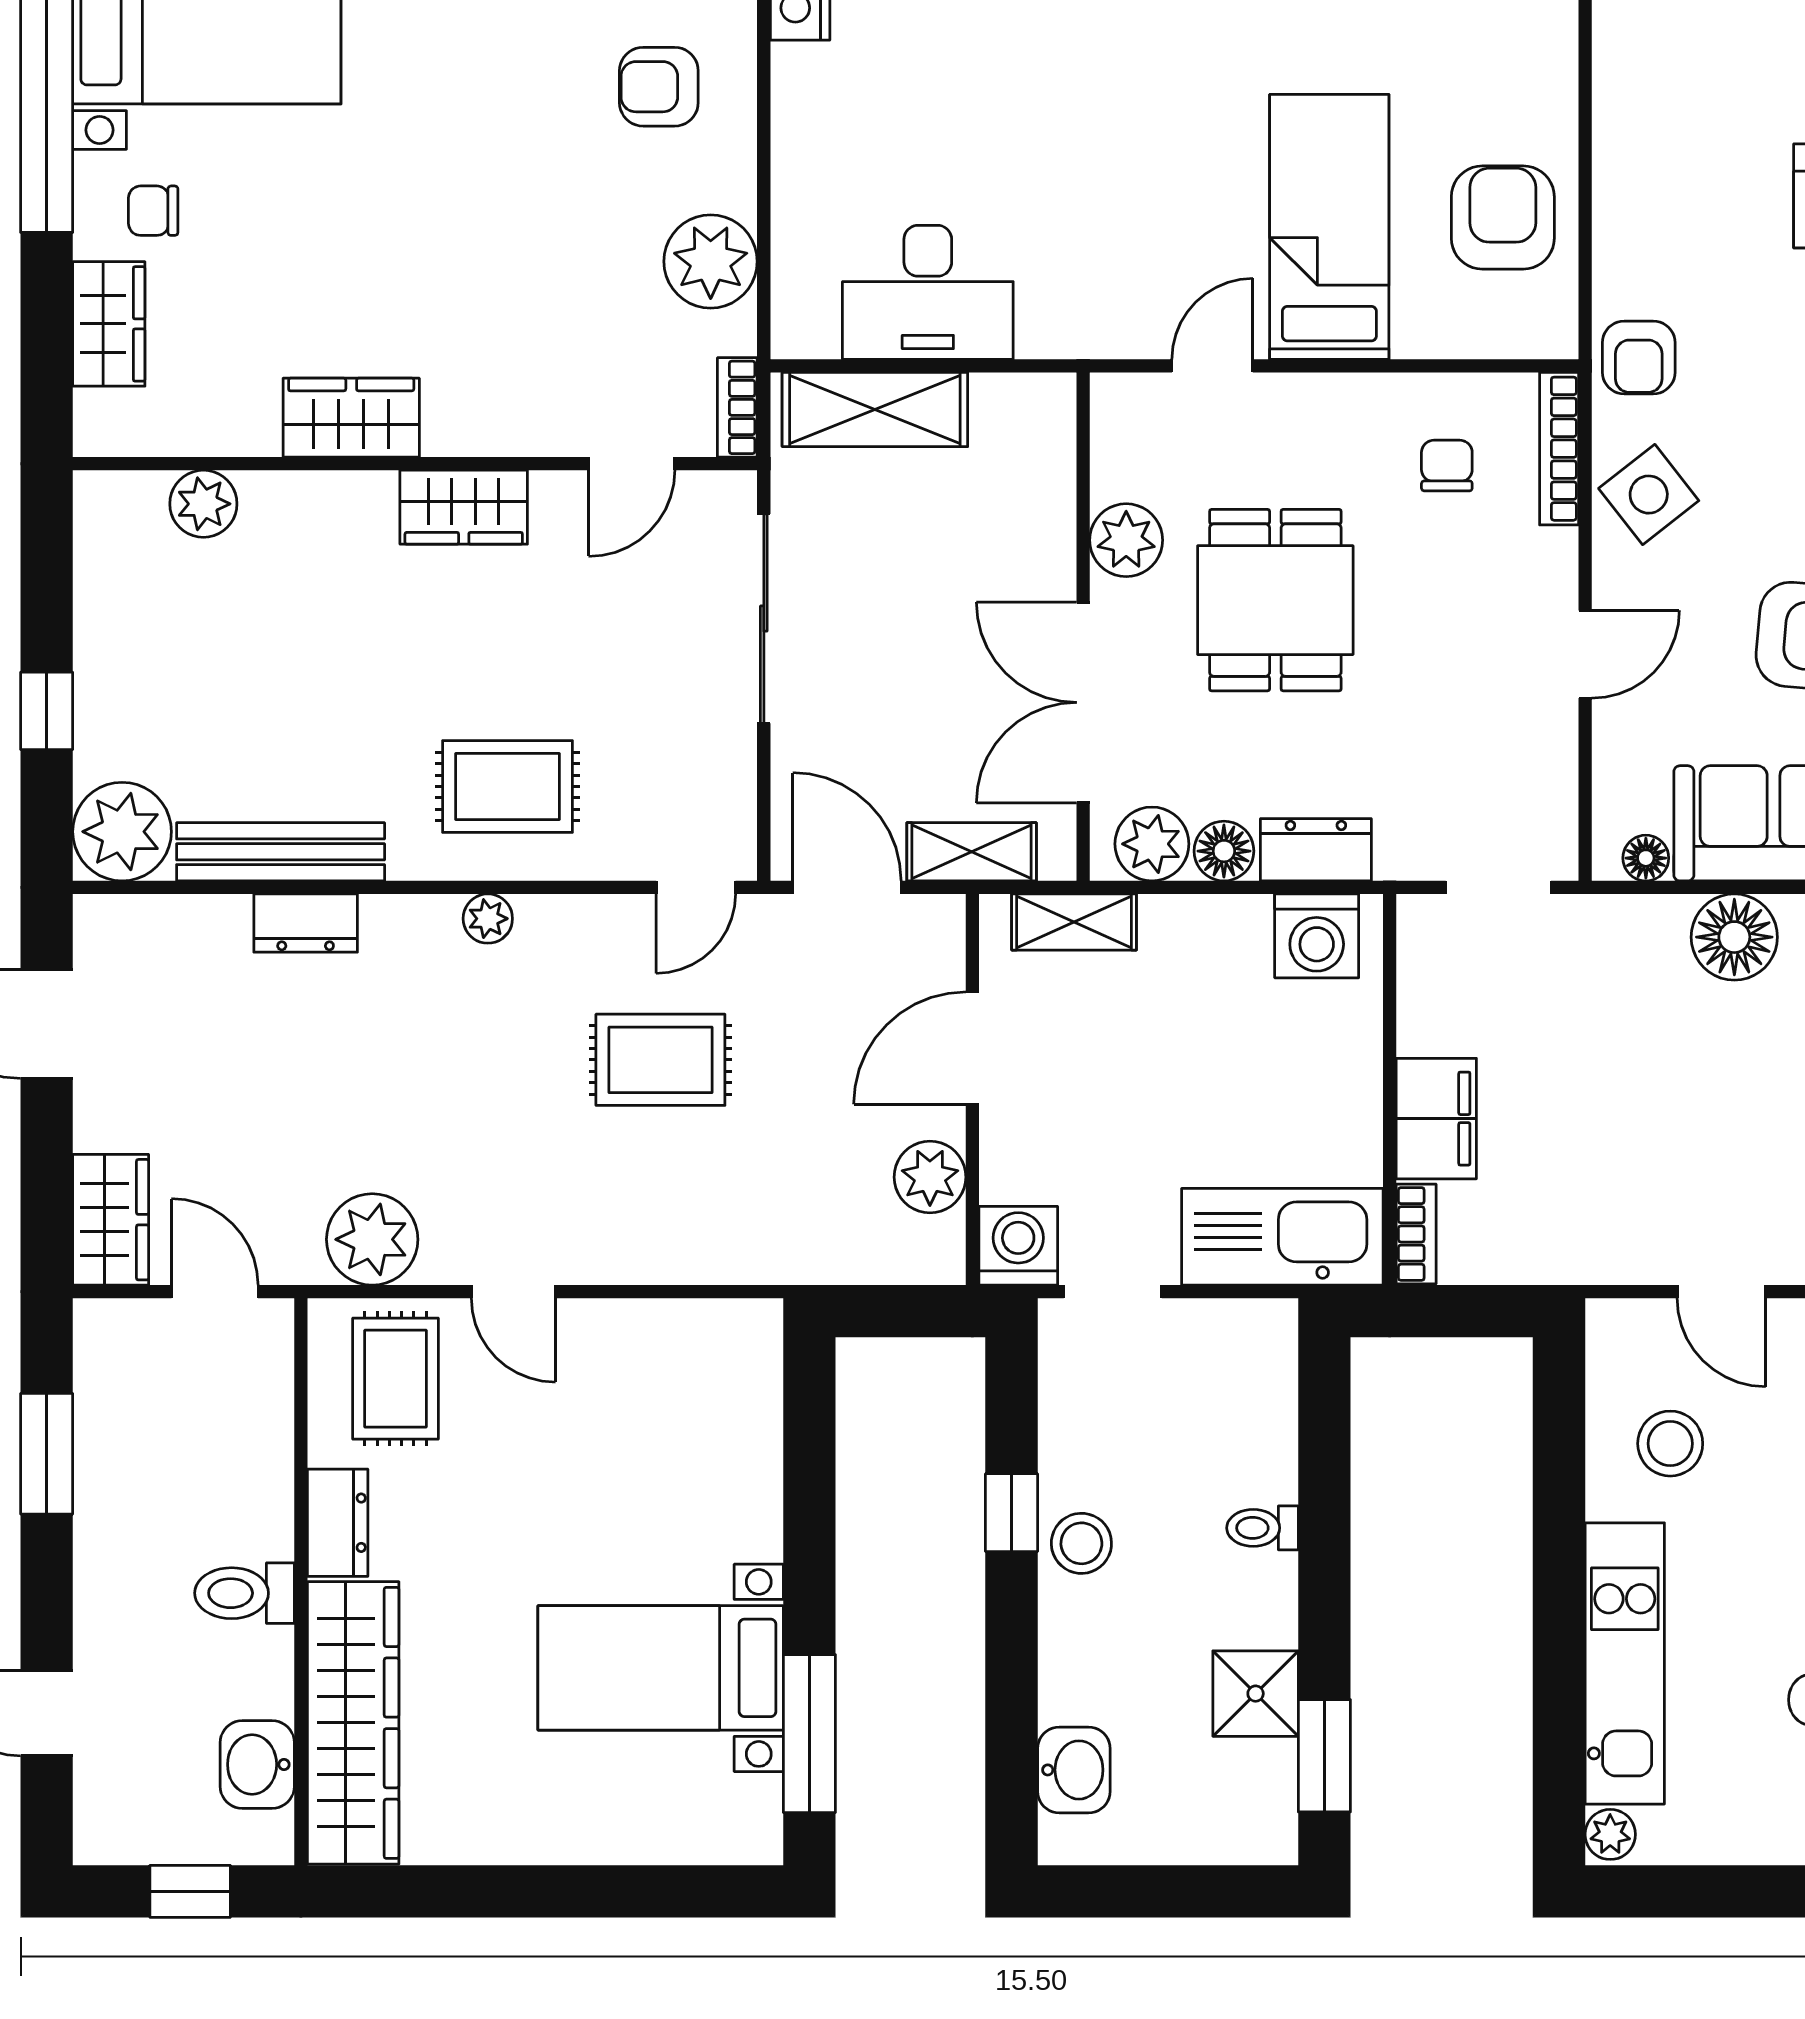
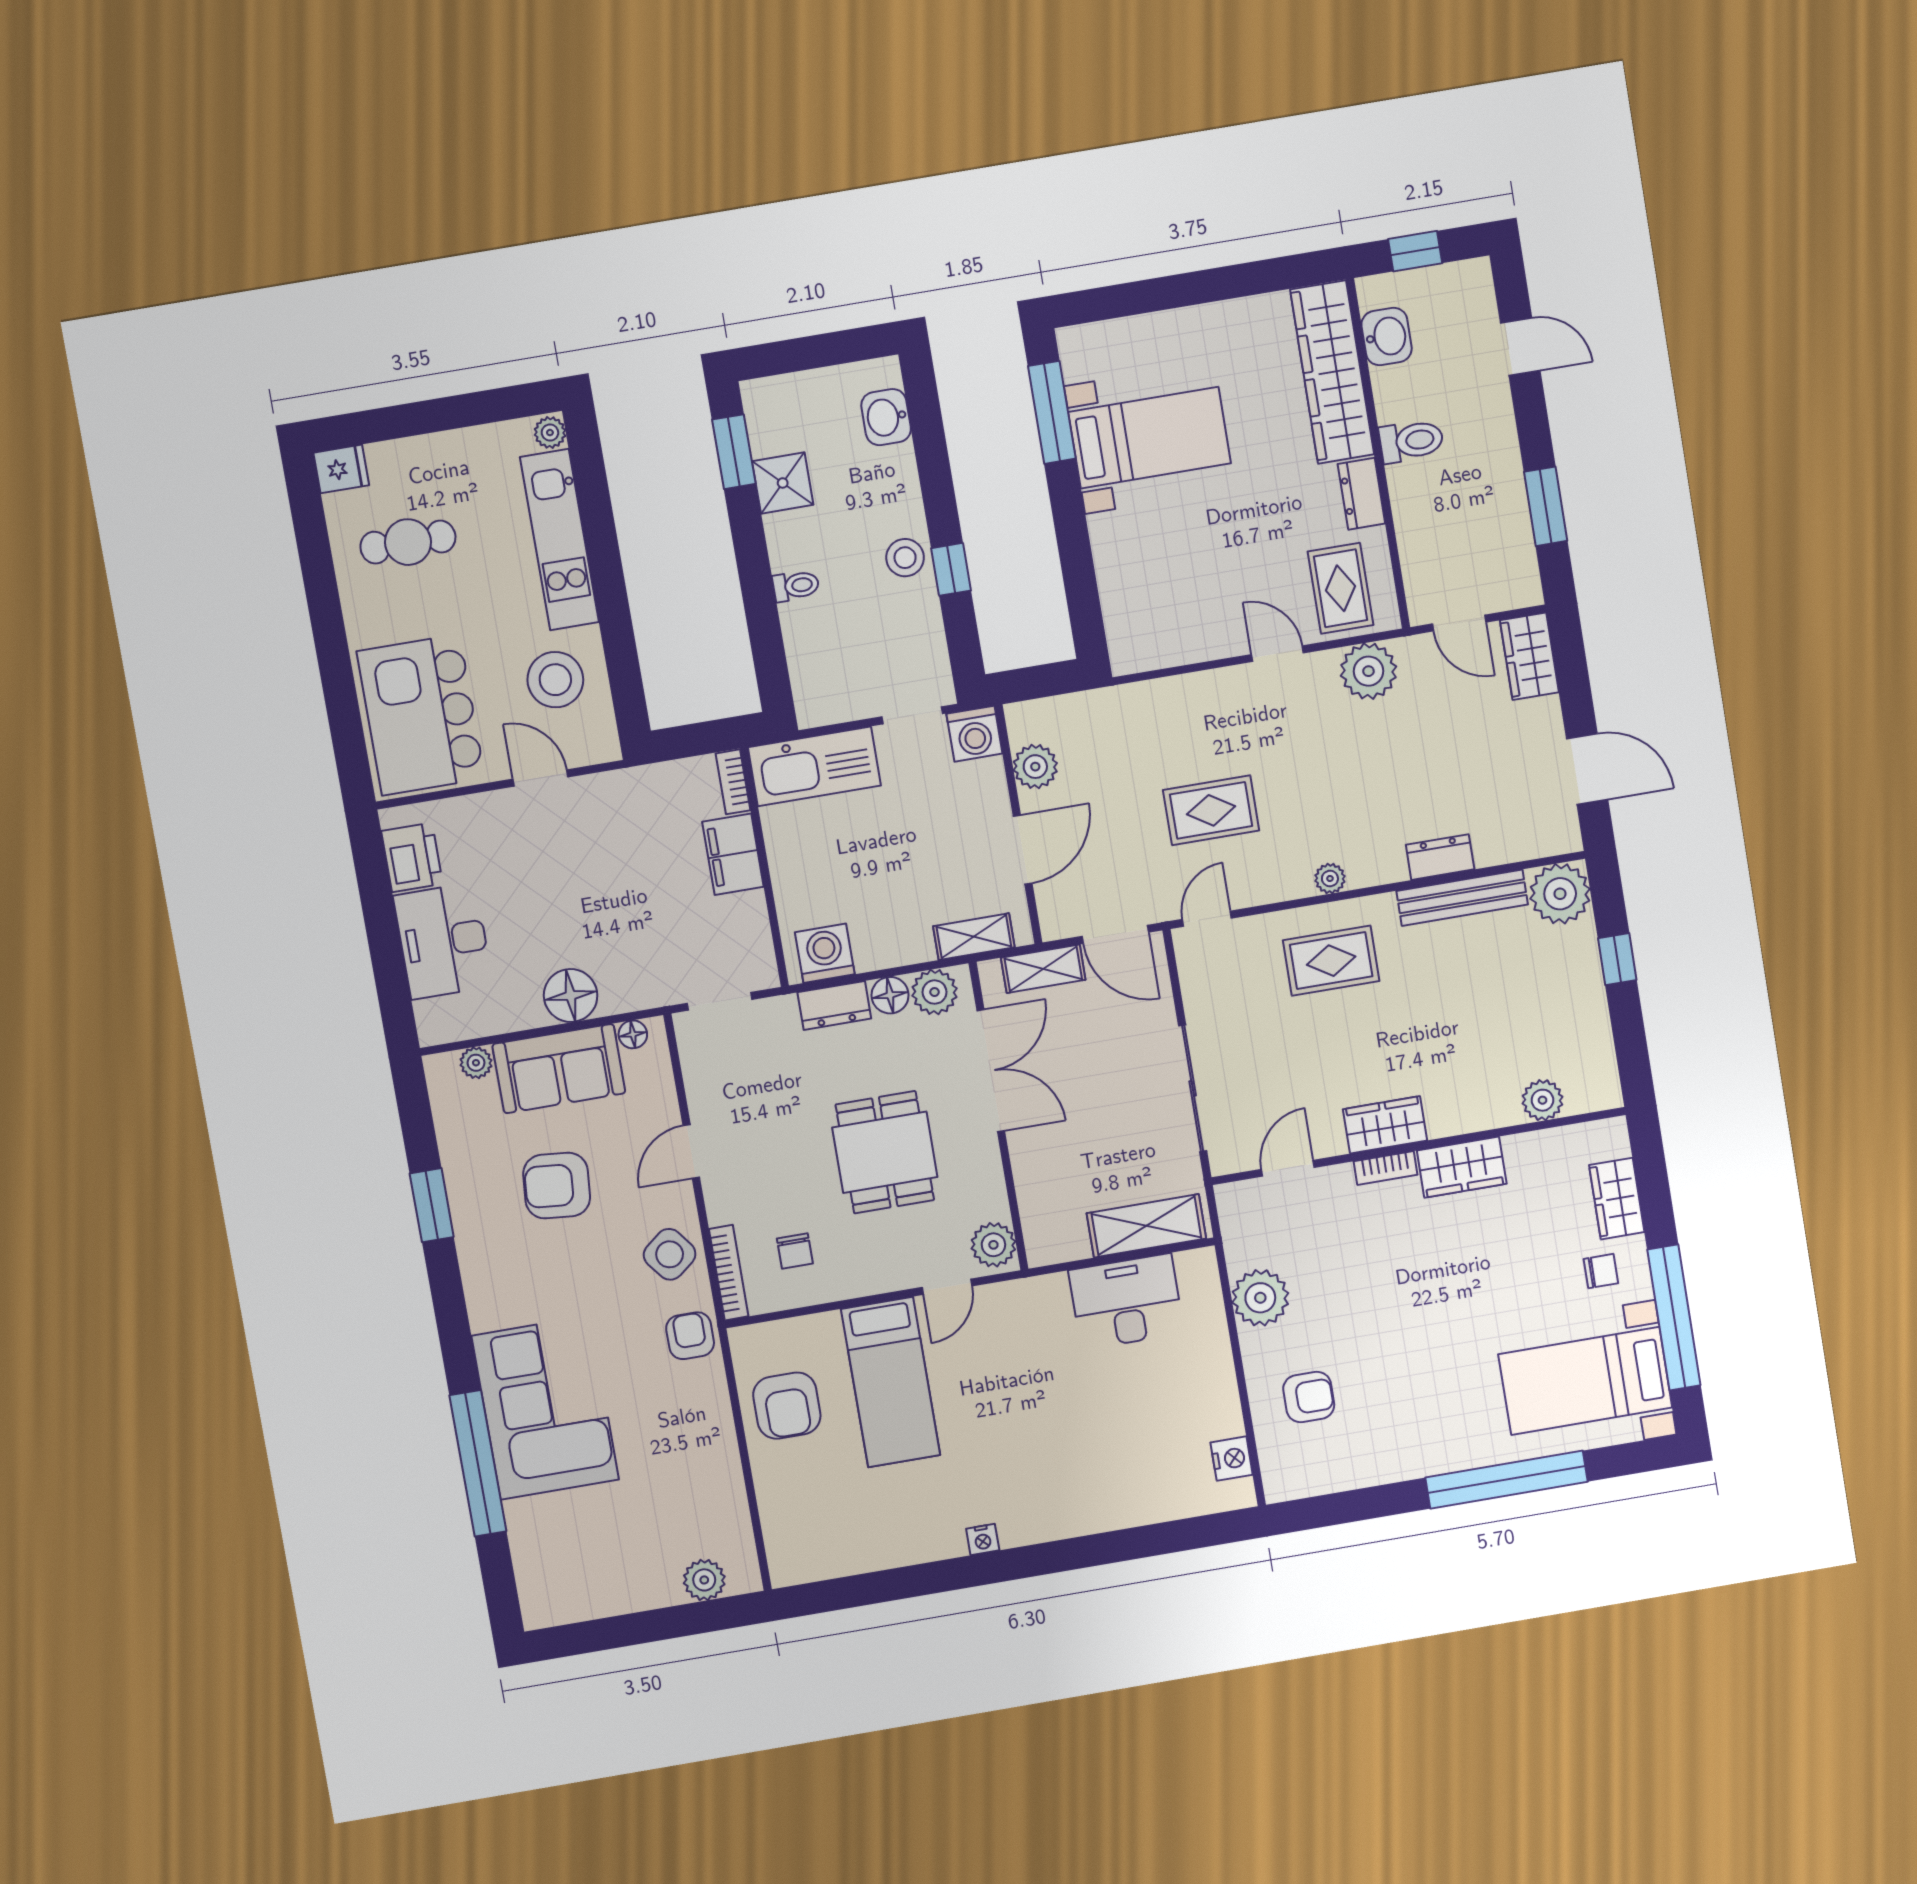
bookcase: (737, 407) -> (1386, 1168), moved, turned 90
plant: (1126, 540) -> (993, 1245), moved
stool: (1670, 1444) -> (555, 680), width x1.38, depth x1.38

